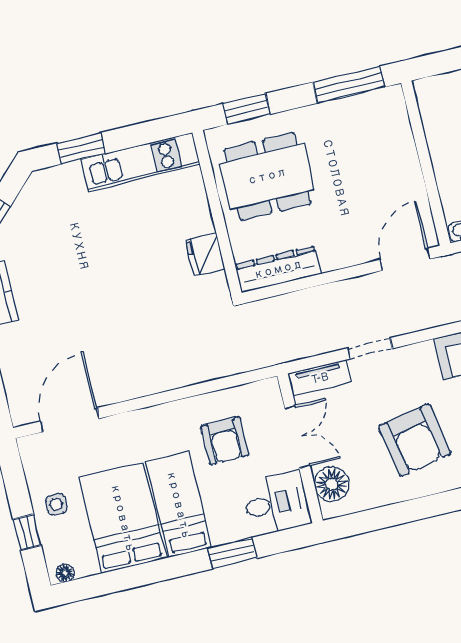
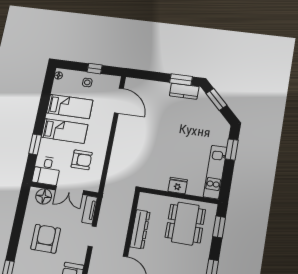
fridge: (205, 254) -> (178, 186), moved
dresser: (278, 269) -> (140, 229), moved
armchair: (415, 440) -> (46, 239), turned 101
armchair: (225, 441) -> (82, 160), turned 180
bed: (123, 518) -> (70, 107), width x0.67
window: (27, 532) -> (95, 69), moved

